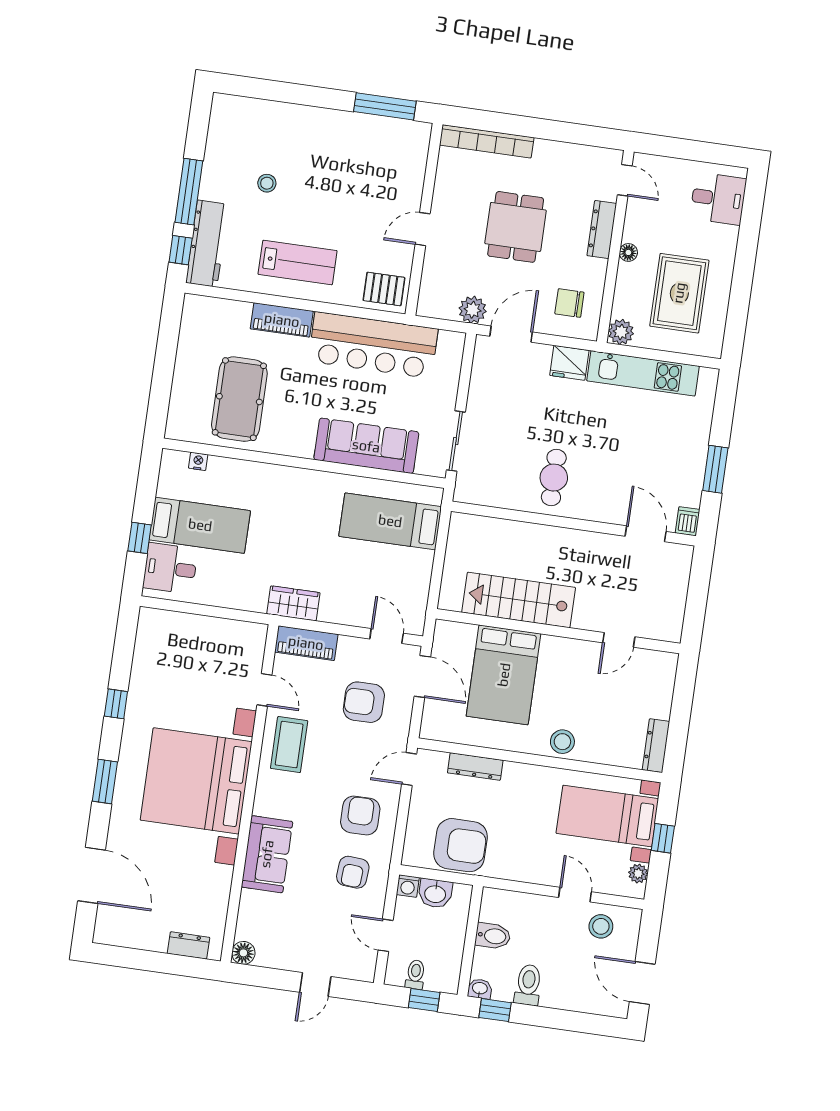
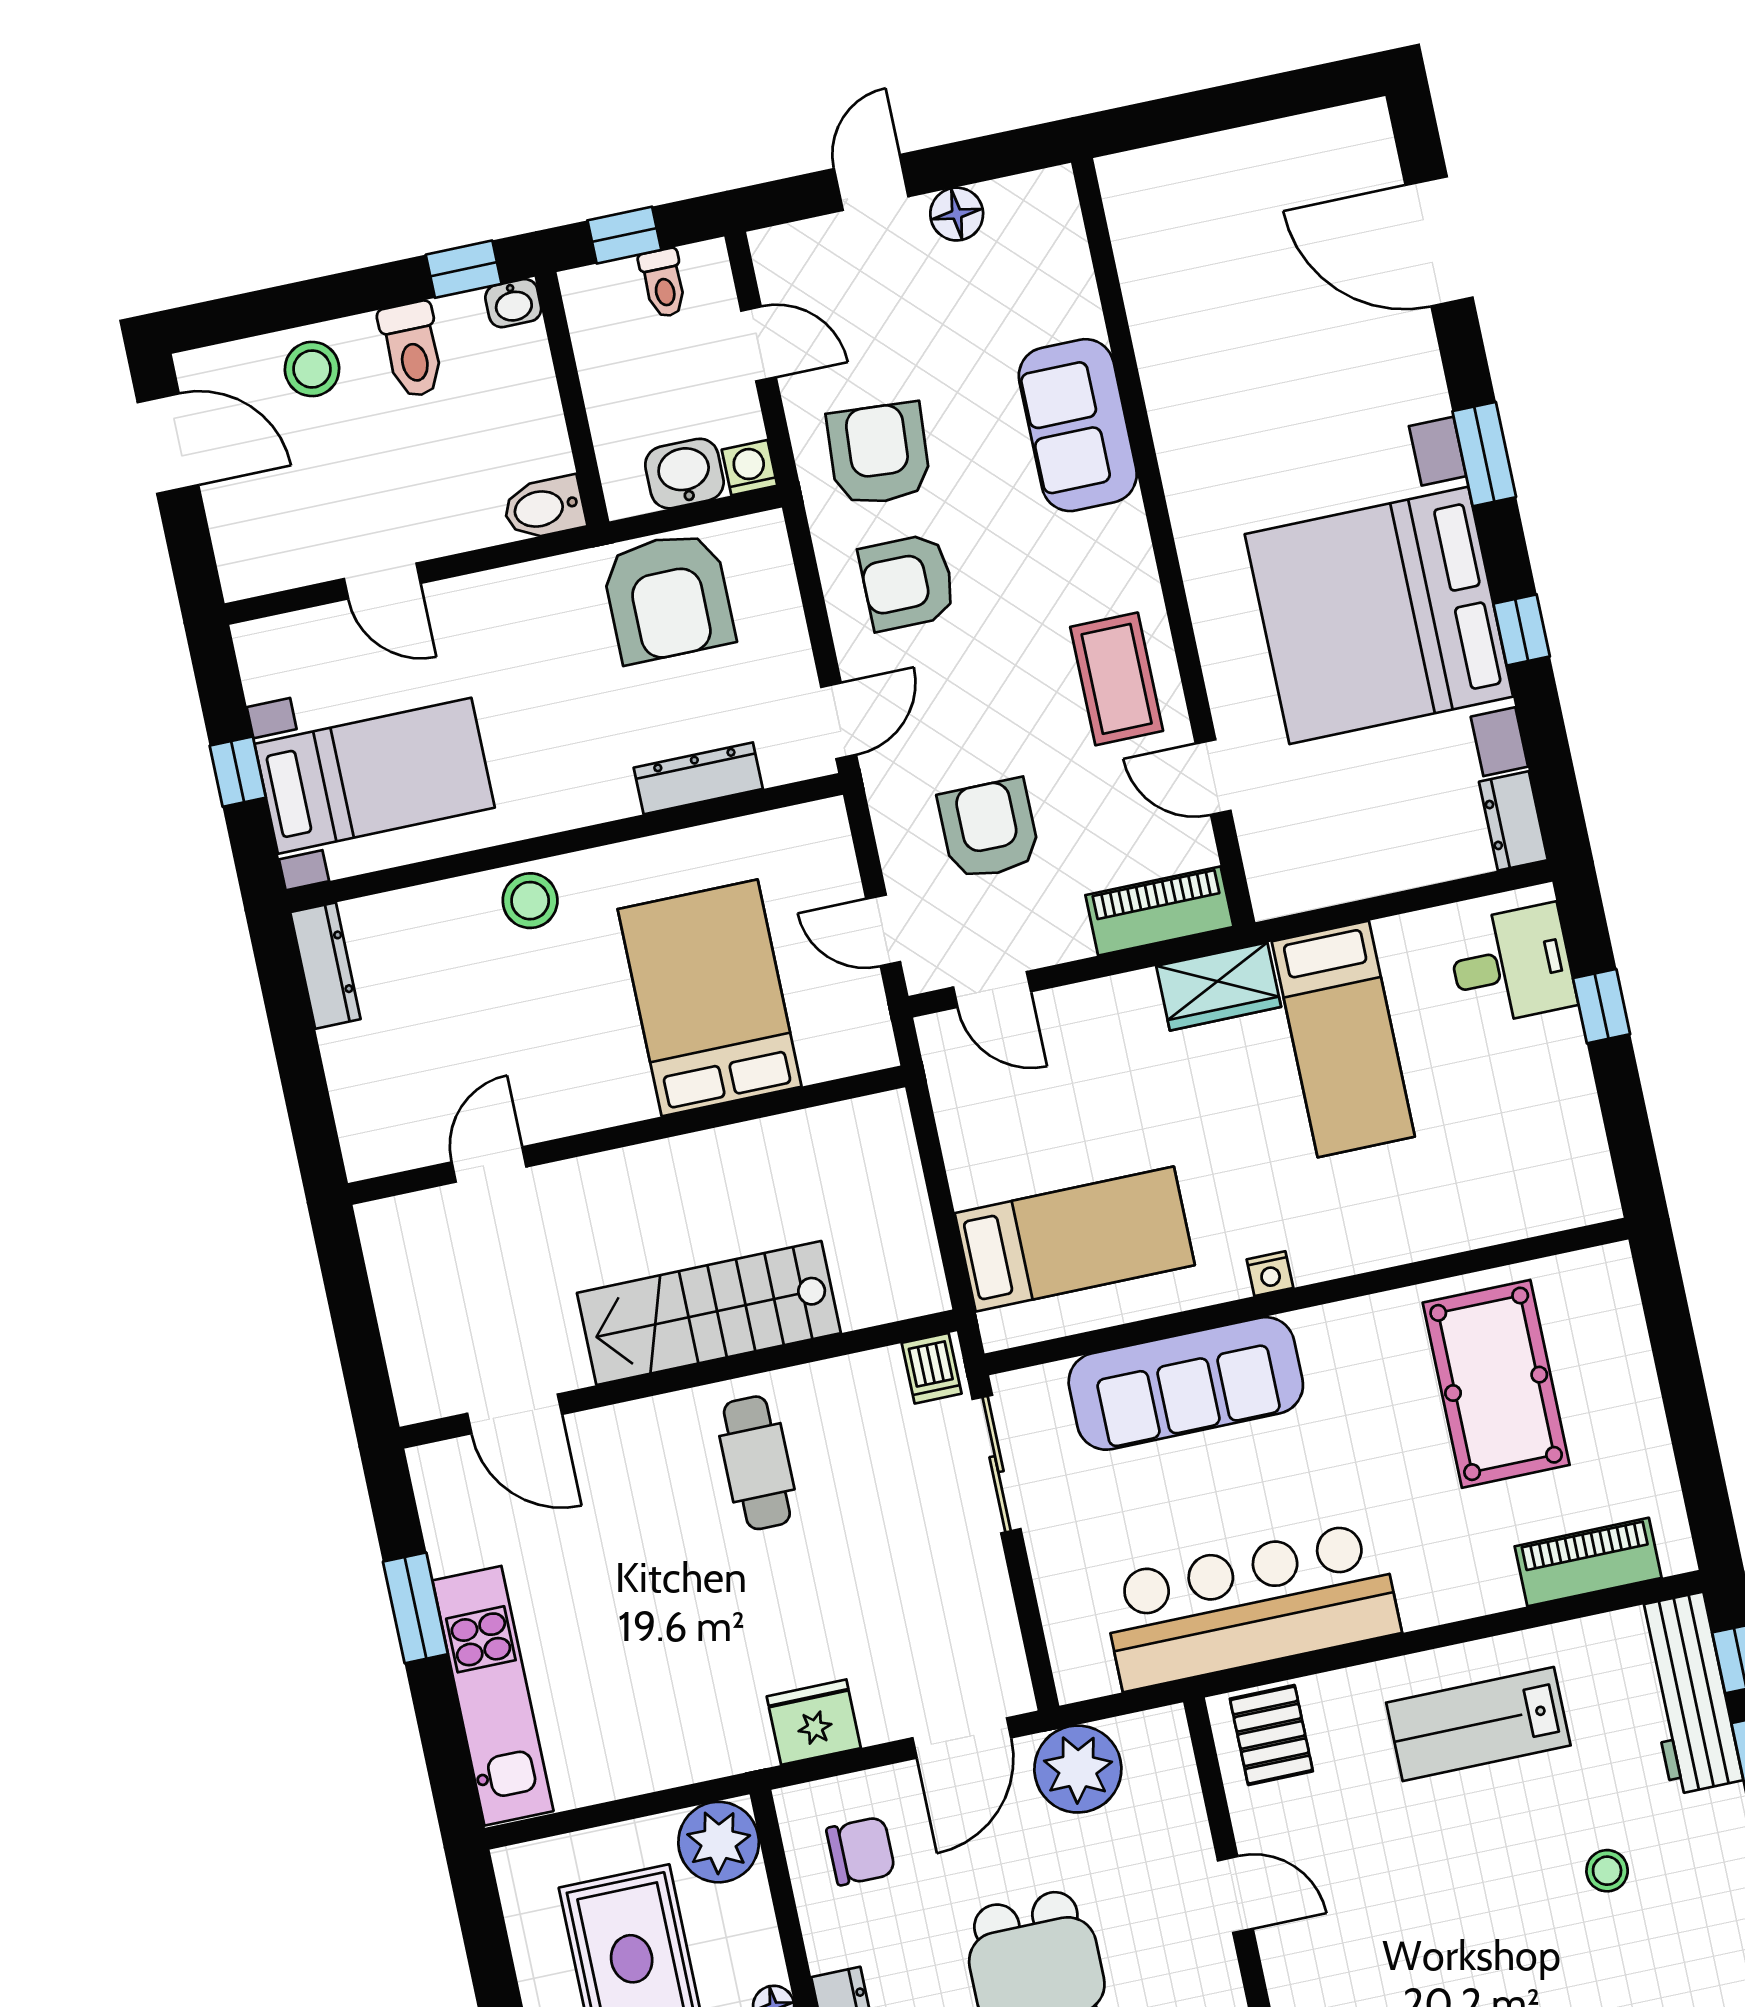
door: (423, 229) -> (1235, 1895), hinge flipped
pallet: (384, 289) -> (1271, 1735), turned 90
plant: (473, 310) -> (1078, 1769), width x1.36, depth x1.36
piano: (282, 320) -> (1588, 1562), moved
plant: (621, 332) -> (719, 1842), width x1.36, depth x1.36
kitchen unit: (643, 373) -> (493, 1696), moved, turned 90
nightstand: (198, 461) -> (1270, 1274), moved
dishwasher: (688, 521) -> (932, 1368), moved
bed: (200, 525) -> (1343, 1039), moved, turned -90
stairs: (519, 600) -> (709, 1313), moved, turned 180
door: (422, 677) -> (883, 930), width x0.73
armchair: (364, 702) -> (989, 829), turned -90
bed with nightstands: (196, 781) -> (1379, 615), moved, turned 180
armchair: (360, 815) -> (907, 582), turned 90
armchair: (460, 845) -> (668, 597), turned -90
armchair: (353, 872) -> (879, 454), width x1.38, depth x1.38
plant: (638, 874) -> (263, 676), removed
stool: (601, 926) -> (312, 369), moved
bidet: (493, 936) -> (544, 508), moved
dresser: (189, 945) -> (1513, 821), moved, turned 90
floor lamp: (243, 953) -> (957, 214), moved

